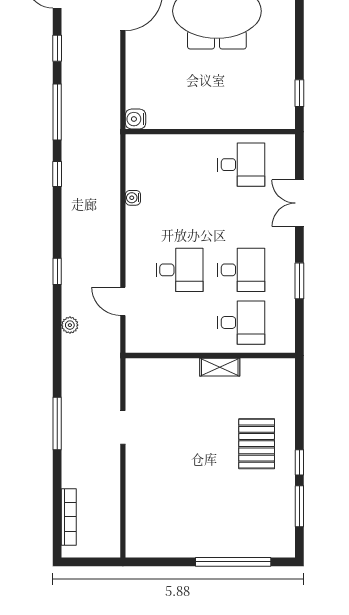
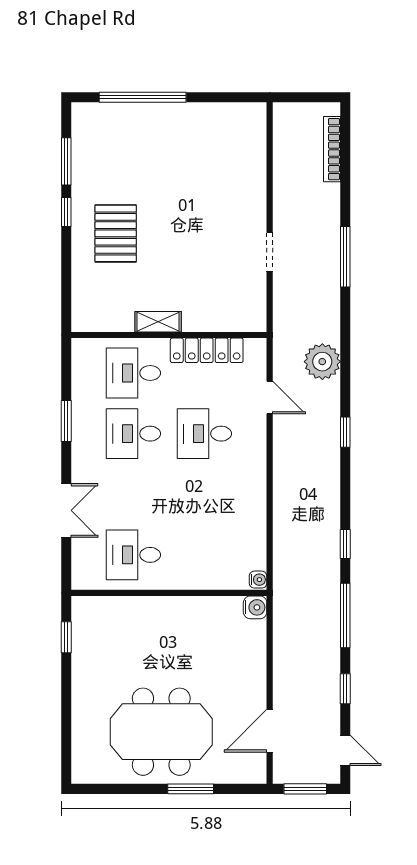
water cooler: (133, 198) -> (258, 580), moved
plant: (70, 325) -> (322, 362), width x1.87, depth x1.87
locker: (178, 342) -> (207, 350), added

